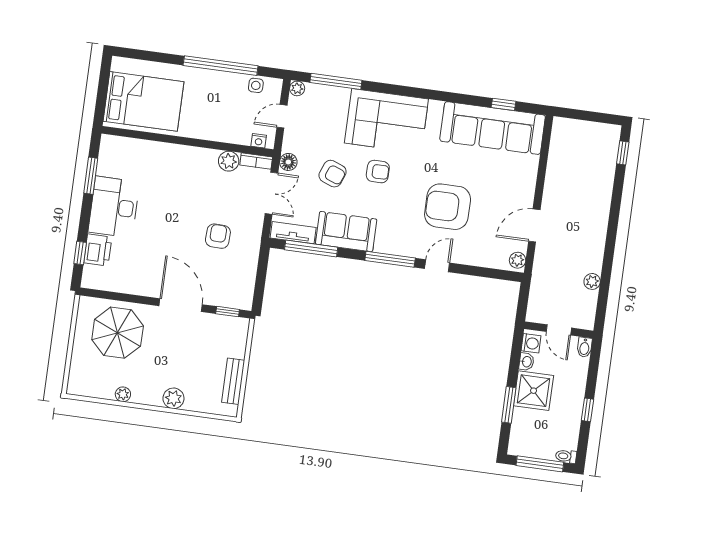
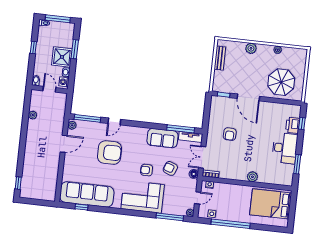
plant: (229, 161) -> (252, 177), moved
window: (390, 259) -> (87, 118), moved

